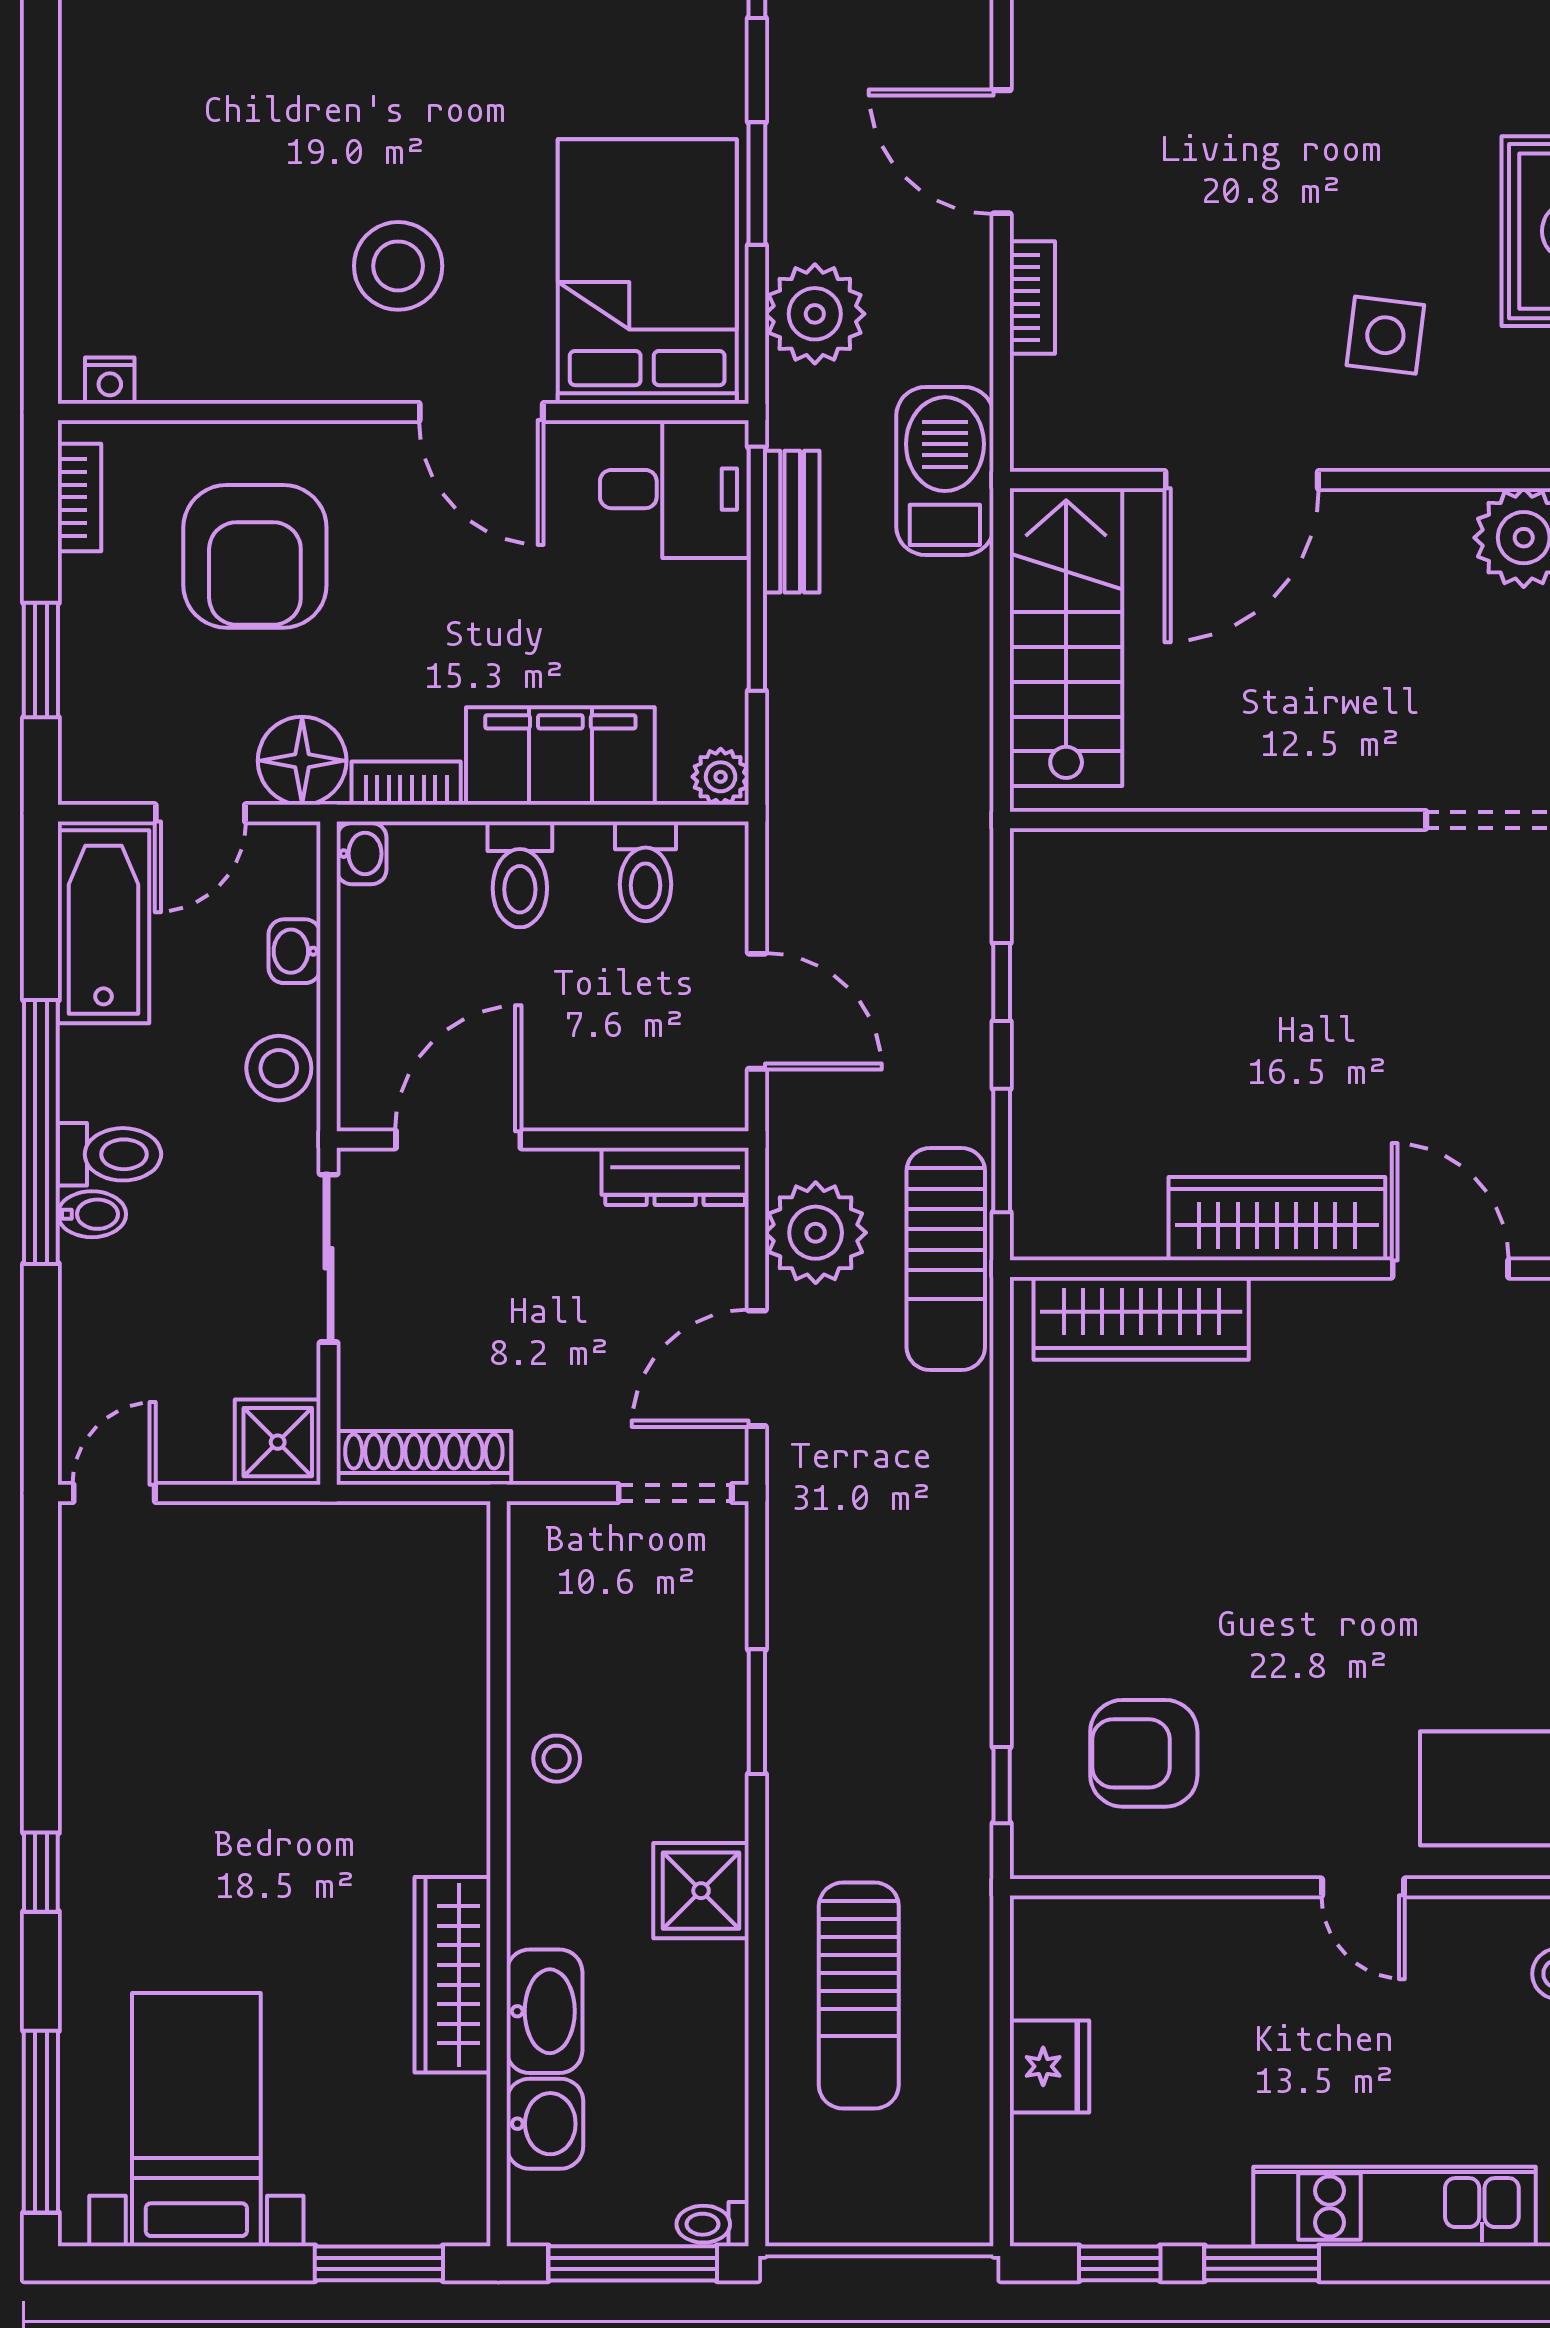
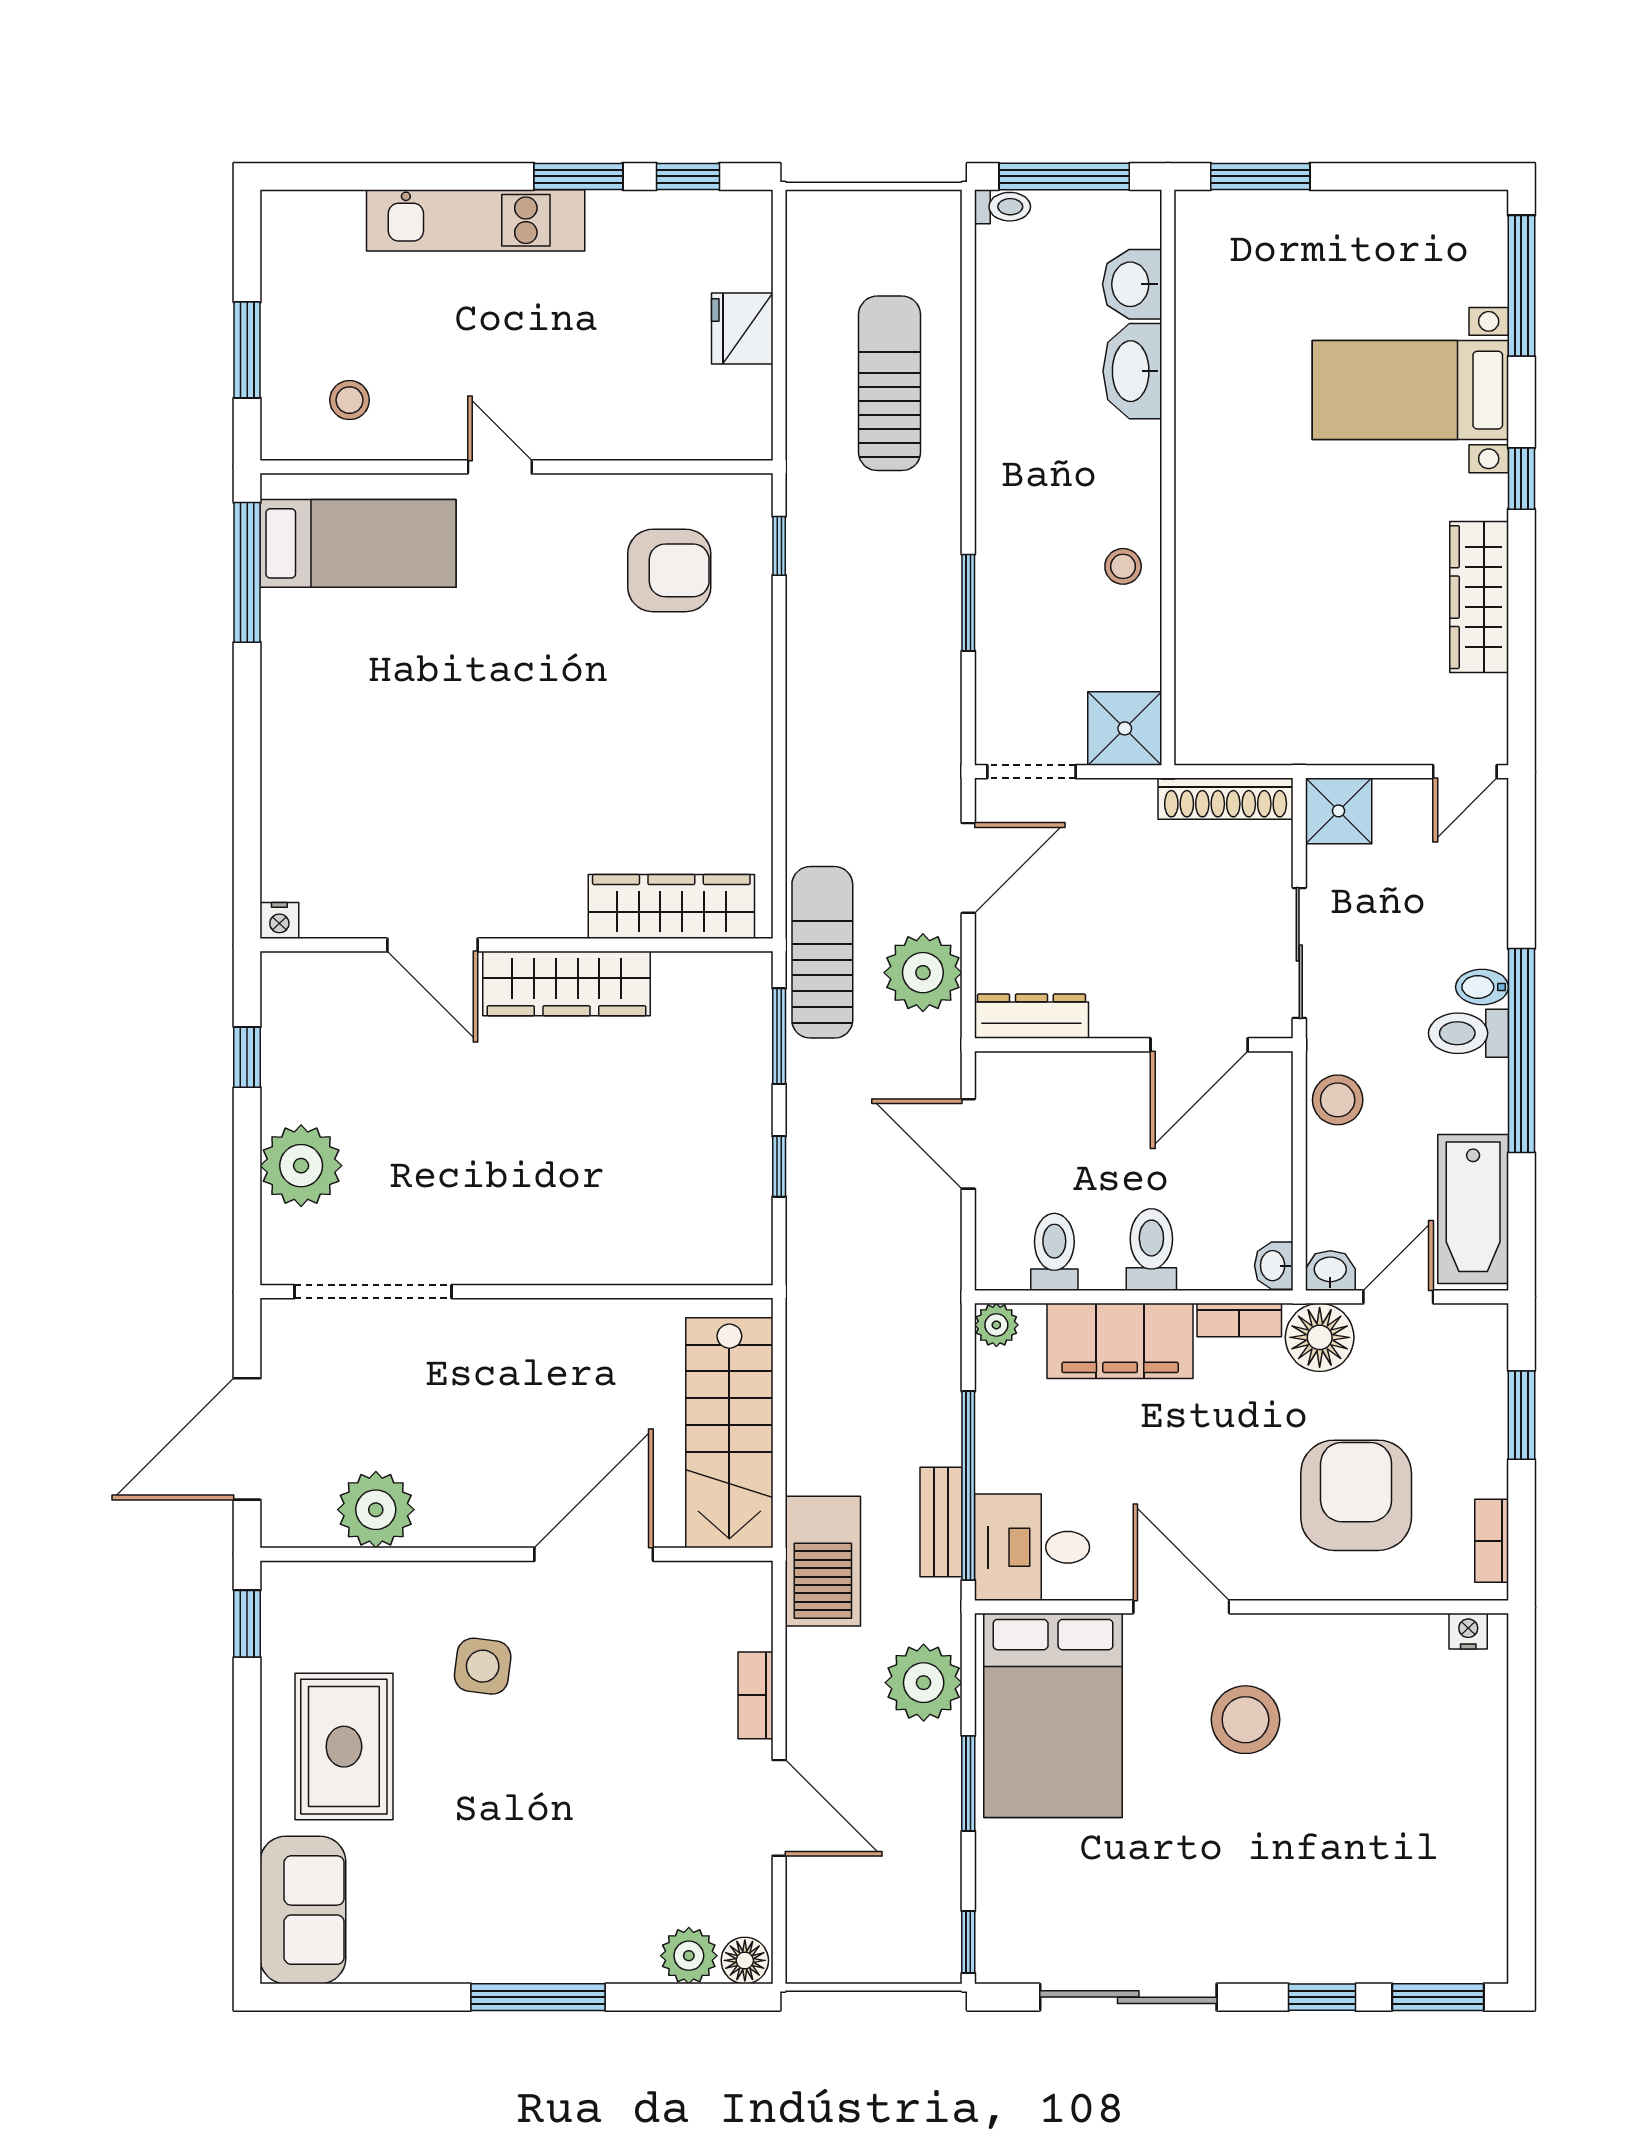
washbasin: (294, 951) -> (1330, 1271), moved, turned -90
shower: (701, 1891) -> (1125, 728), moved
wardrobe: (453, 1975) -> (1479, 597), moved, turned 180
bed with nightstands: (196, 2120) -> (1410, 390), moved, turned 90

